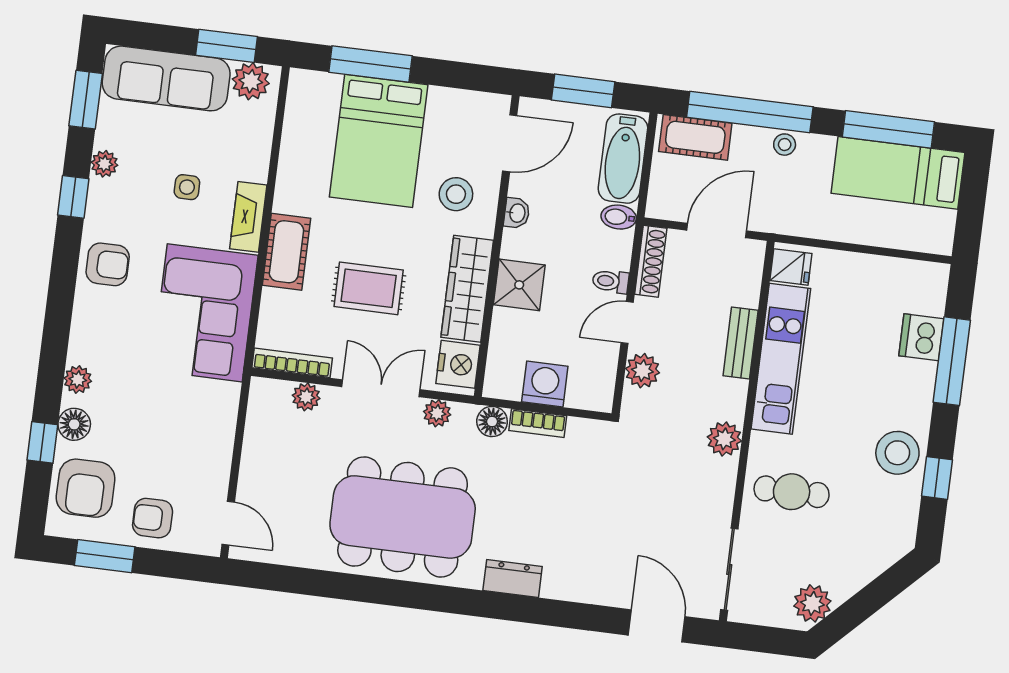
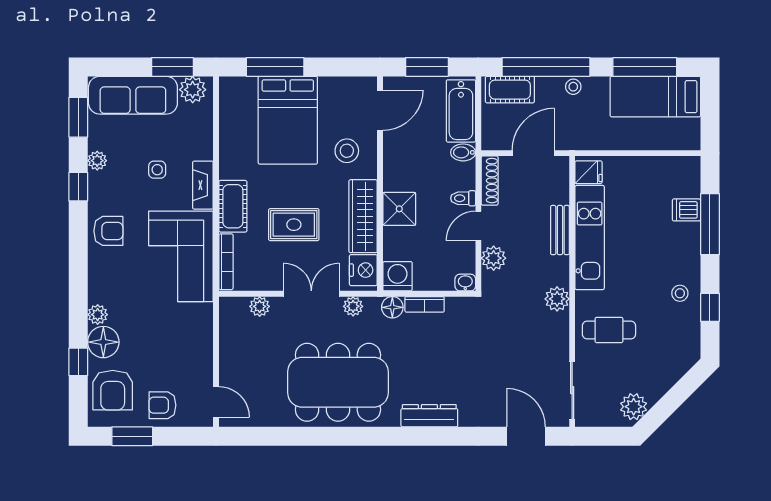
washbasin: (517, 213) -> (465, 283), moved, turned -90
dishwasher: (921, 337) -> (686, 210), width x0.73
bookcase: (292, 363) -> (226, 262), moved, turned 90
washing machine: (545, 384) -> (397, 276), moved
floor lamp: (74, 424) -> (103, 342), width x1.38, depth x1.38
stool: (897, 453) -> (680, 293), width x0.53, depth x0.53
dresser: (513, 578) -> (429, 416), width x1.44

